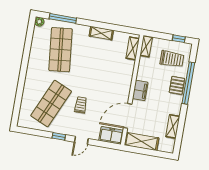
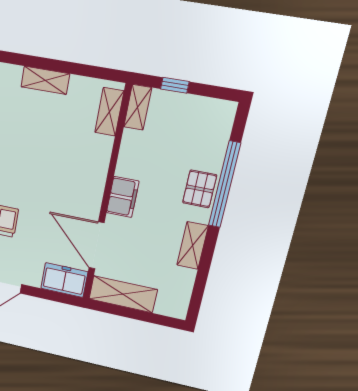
window: (179, 39) -> (175, 85), moved
trolley: (172, 59) -> (192, 134), removed
door: (128, 116) -> (97, 245), hinge flipped
shelving: (173, 126) -> (193, 245), moved

